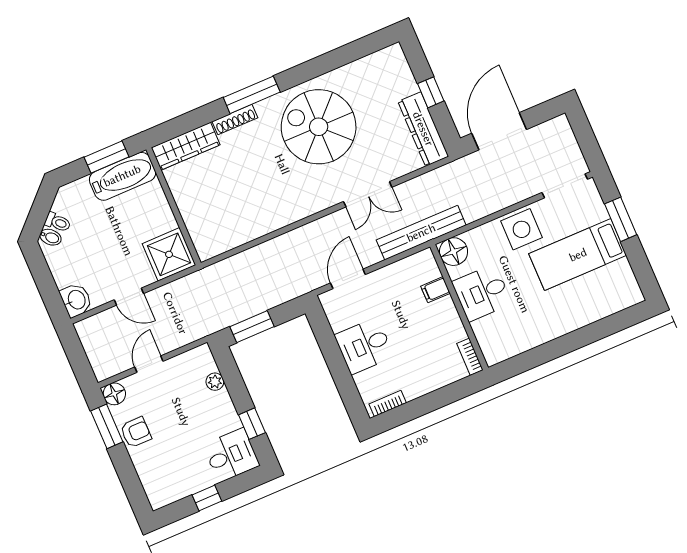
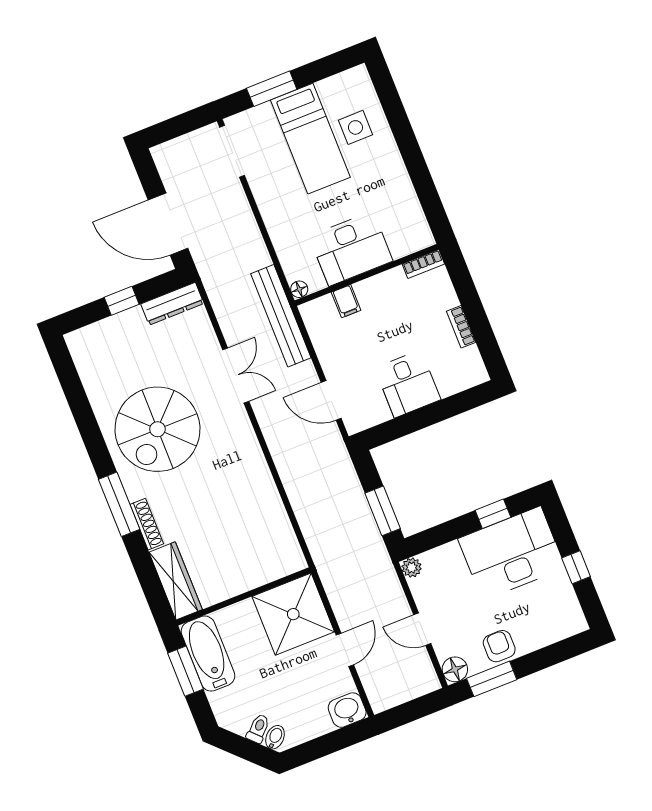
dresser: (423, 129) -> (172, 304), width x0.73, depth x0.80
side table: (522, 229) -> (355, 127), moved, width x0.73, depth x0.73
floor lamp: (454, 252) -> (299, 289), width x0.53, depth x0.53
shower: (169, 254) -> (293, 614), width x1.37, depth x1.37
desk: (482, 293) -> (351, 249), width x1.37
plant: (215, 382) -> (412, 568), moved
bookcase: (388, 403) -> (461, 327), moved
desk: (231, 455) -> (512, 553), width x1.87, depth x1.30

